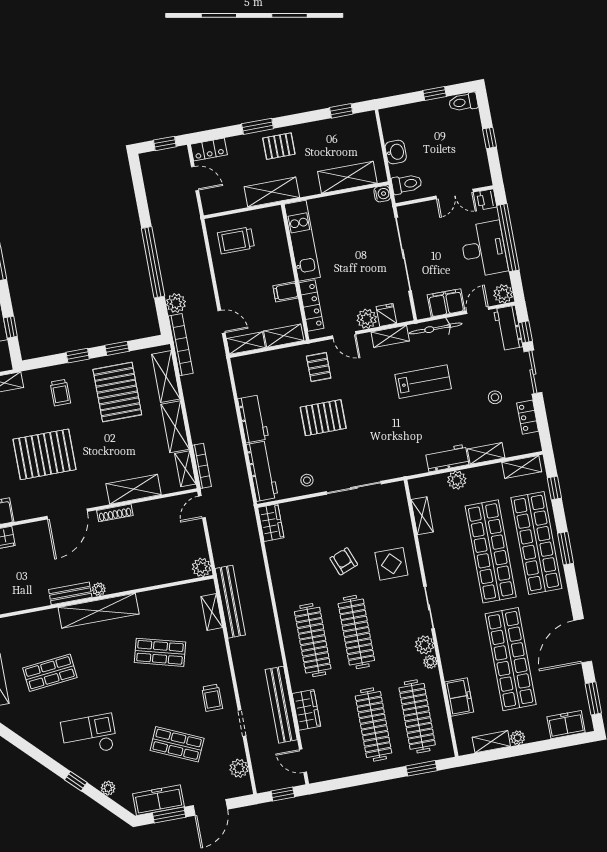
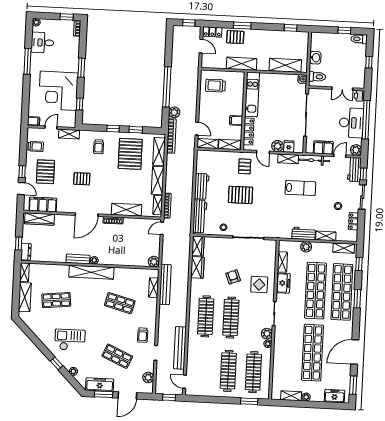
pallet: (279, 146) -> (235, 37), moved
pallet: (44, 454) -> (82, 179), width x0.49, depth x0.50
freezer: (459, 697) -> (283, 283), moved
wardrobe: (306, 710) -> (197, 267), moved

